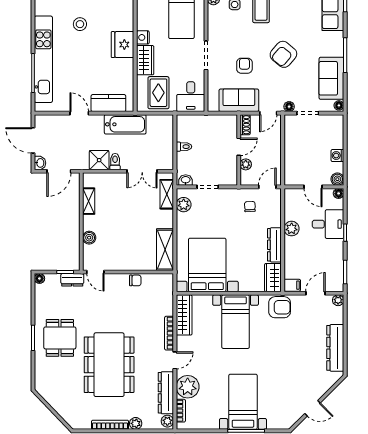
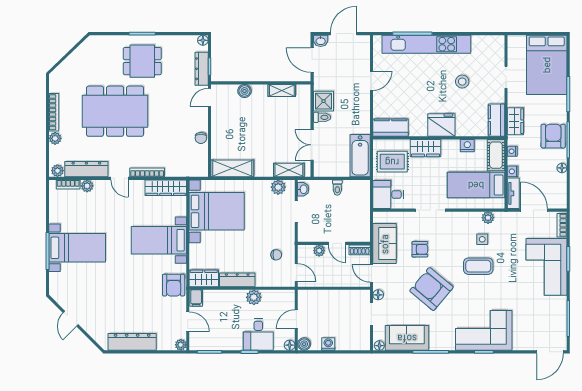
nightstand: (143, 37) -> (467, 146), moved
armchair: (283, 54) -> (431, 289), width x1.36, depth x1.36
kitchen counter: (108, 103) -> (391, 128), moved, turned -90
bathtub: (125, 124) -> (360, 156), moved
dresser: (72, 280) -> (202, 69), width x1.44
plant: (188, 387) -> (87, 186), width x0.53, depth x0.53

